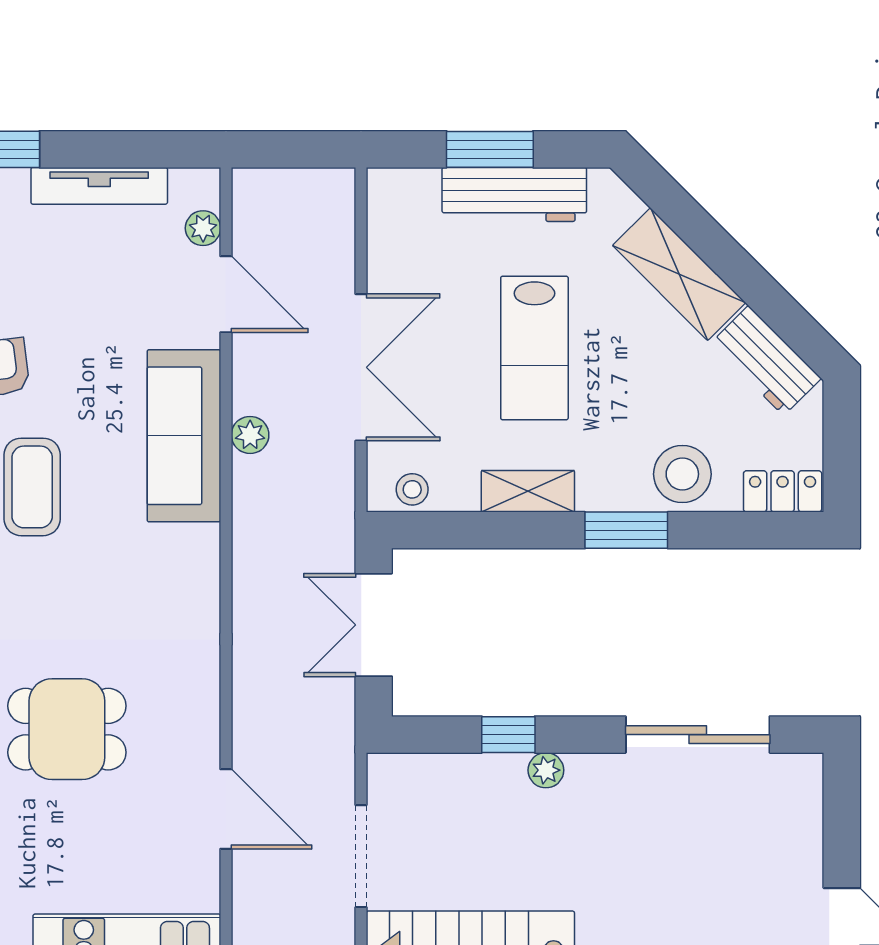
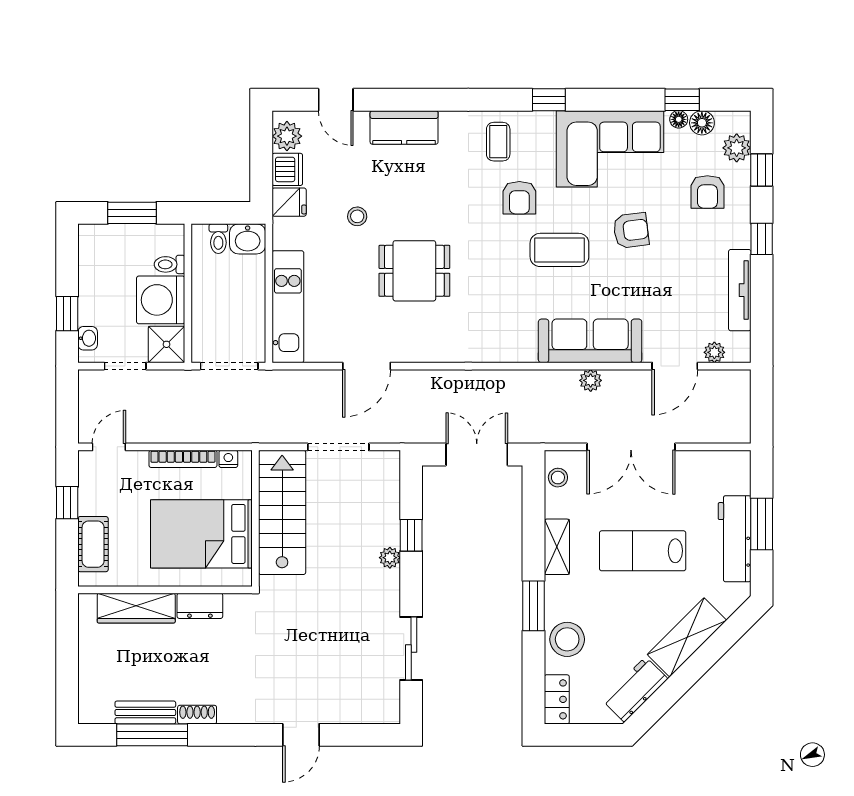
dining table: (67, 729) -> (414, 271), turned 90
sliding door: (698, 735) -> (411, 649), width x0.73

